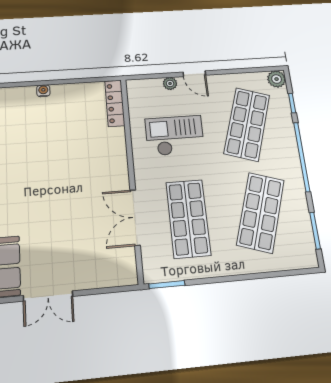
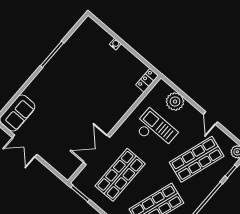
door: (194, 74) -> (211, 118), moved
plant: (170, 83) -> (175, 102), width x1.88, depth x1.88
locker: (115, 103) -> (147, 80), width x0.66

